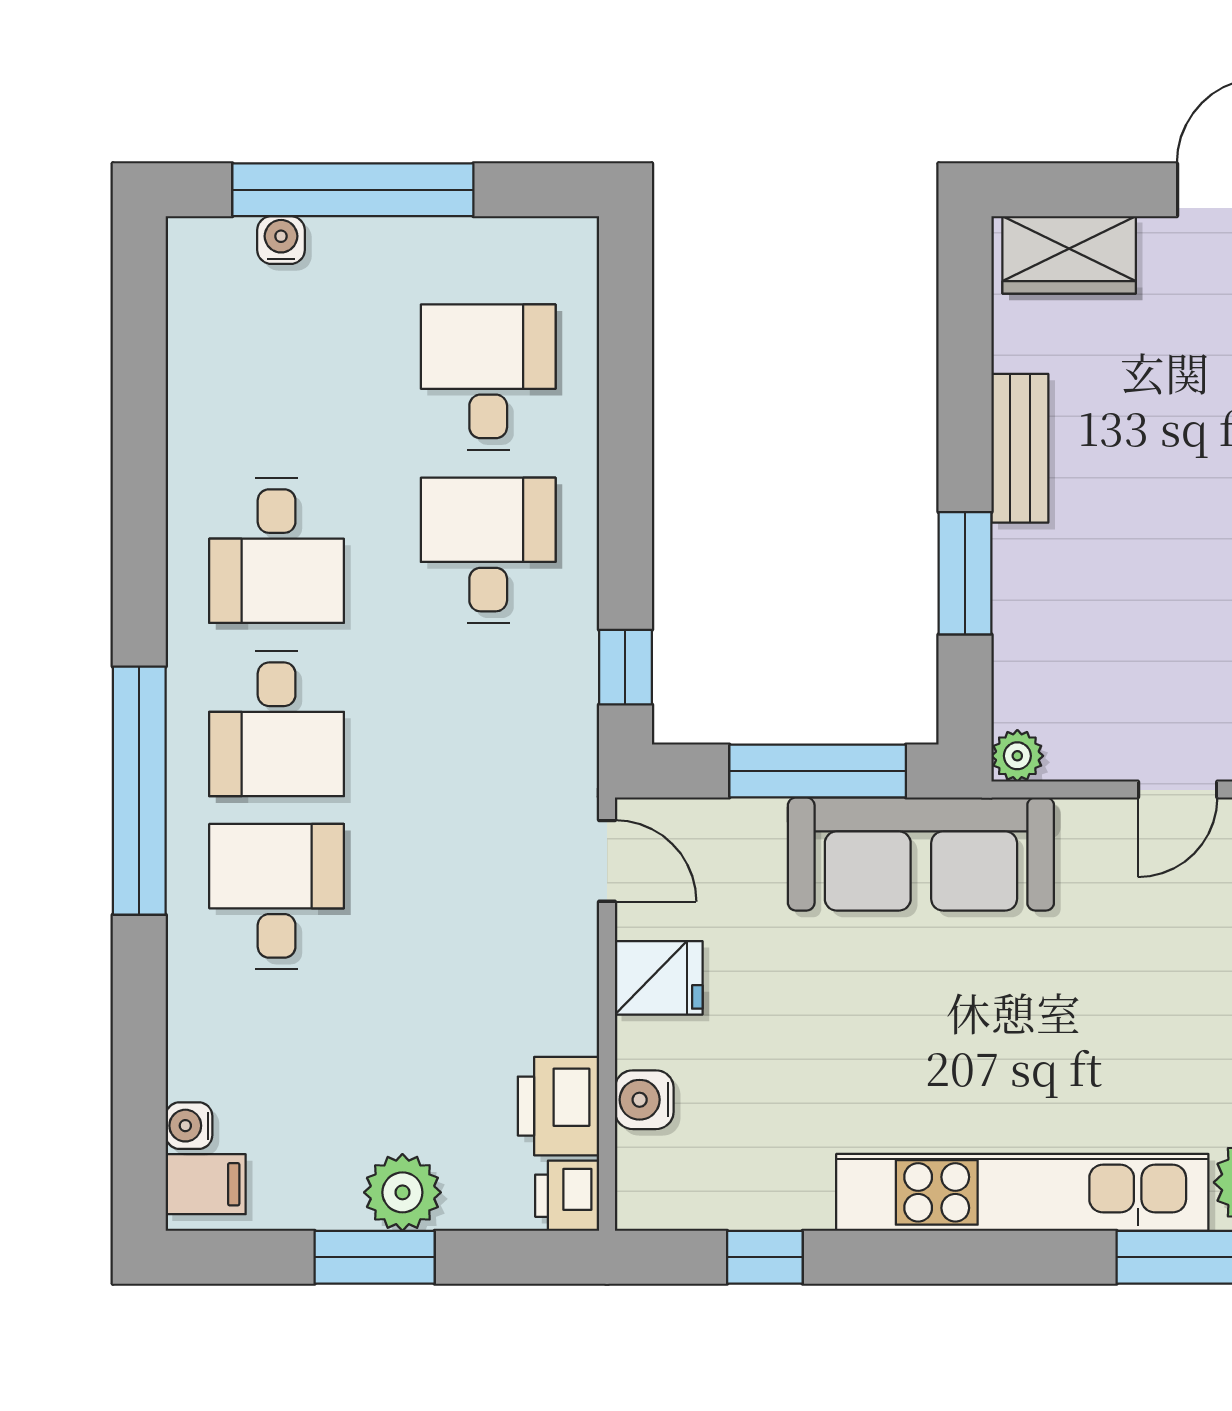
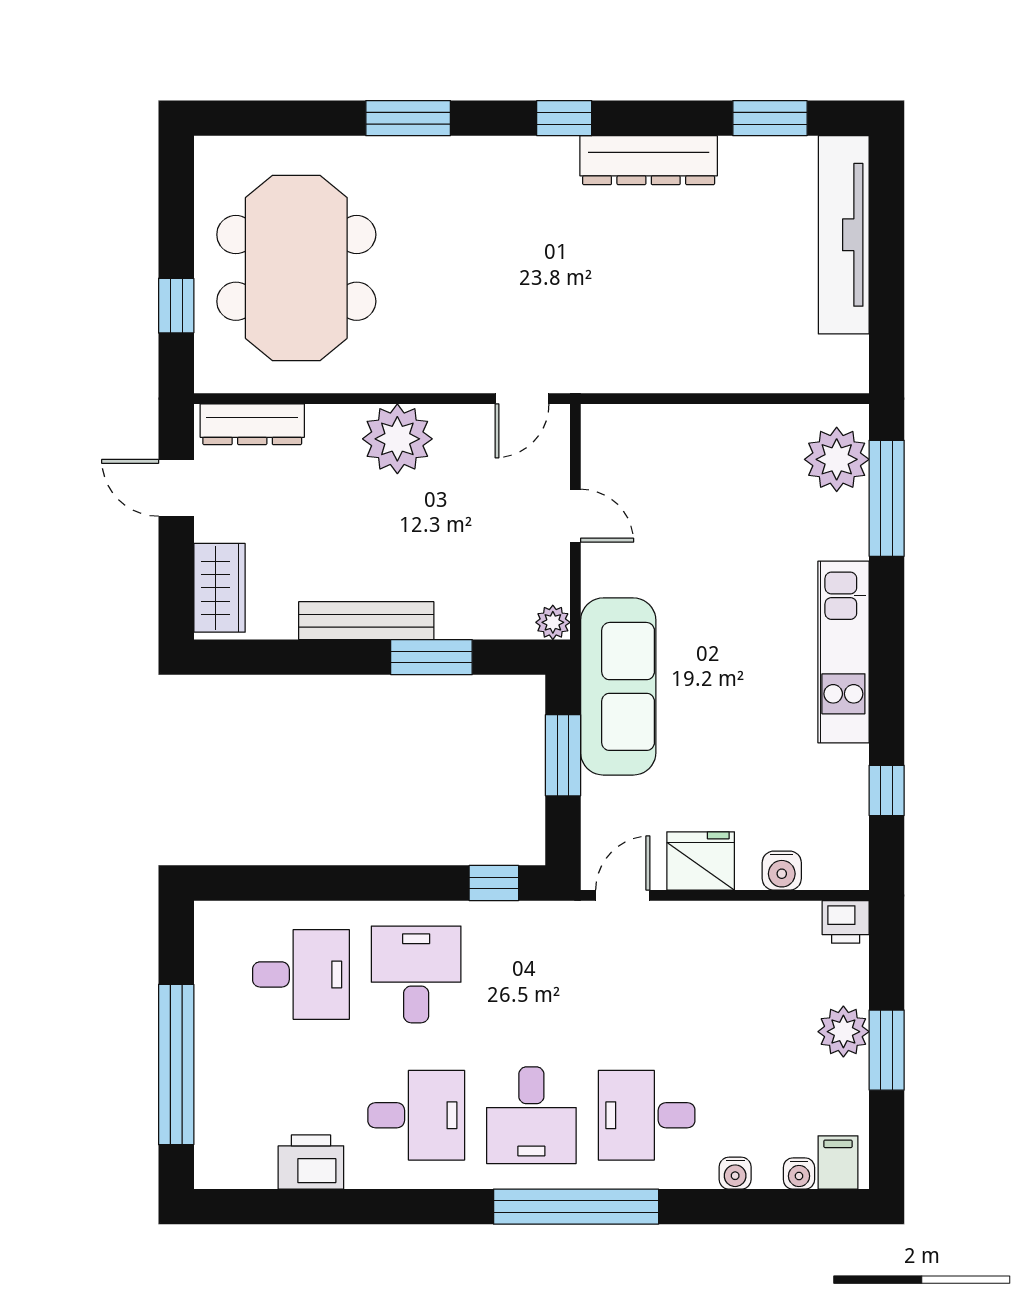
water cooler: (281, 240) -> (735, 1173), moved, turned -90
desk: (488, 377) -> (301, 974), turned 180
bench: (1020, 448) -> (366, 621), width x1.36
desk: (488, 550) -> (416, 974), turned 90
desk: (277, 723) -> (531, 1115), turned 90
window: (818, 771) -> (563, 755), width x0.69
fridge: (659, 978) -> (701, 861), width x1.38
printer: (558, 1106) -> (311, 1162), moved, turned 180
kitchen unit: (1022, 1192) -> (843, 652), width x0.73

